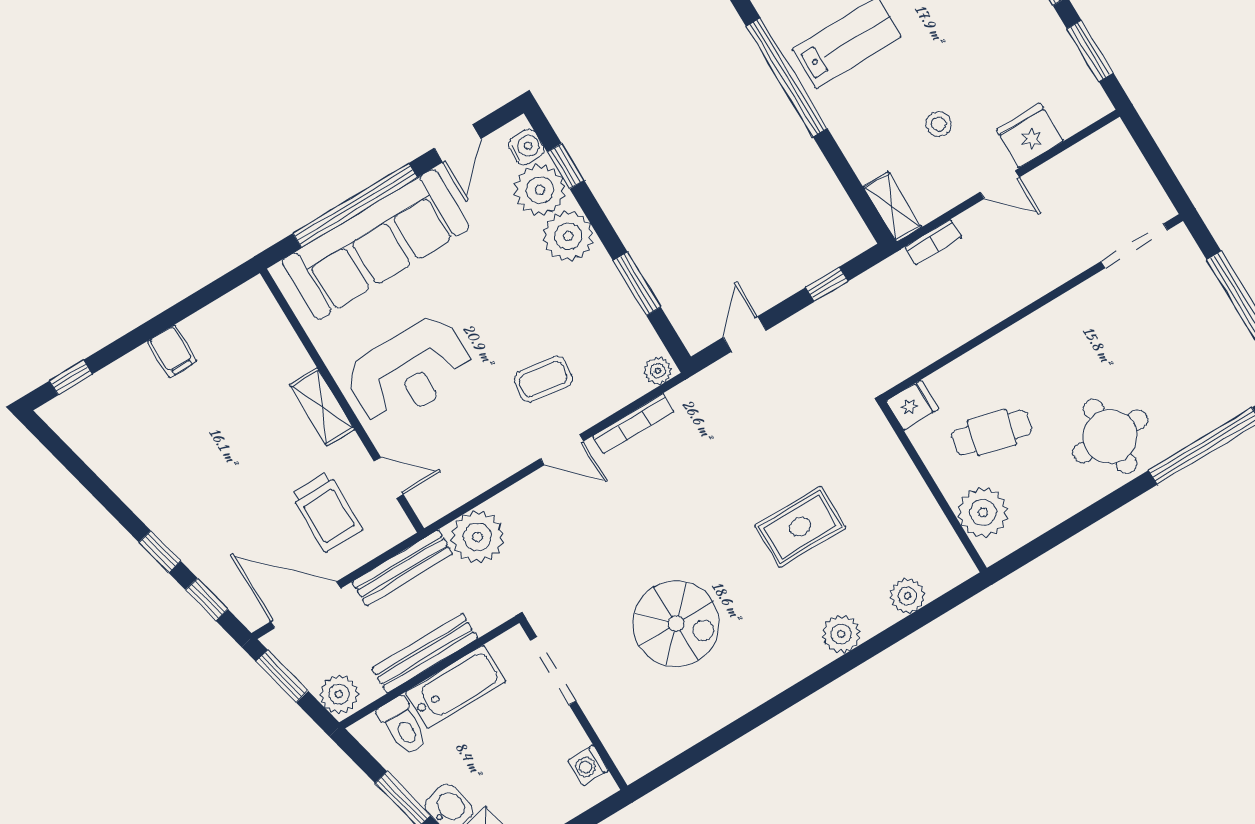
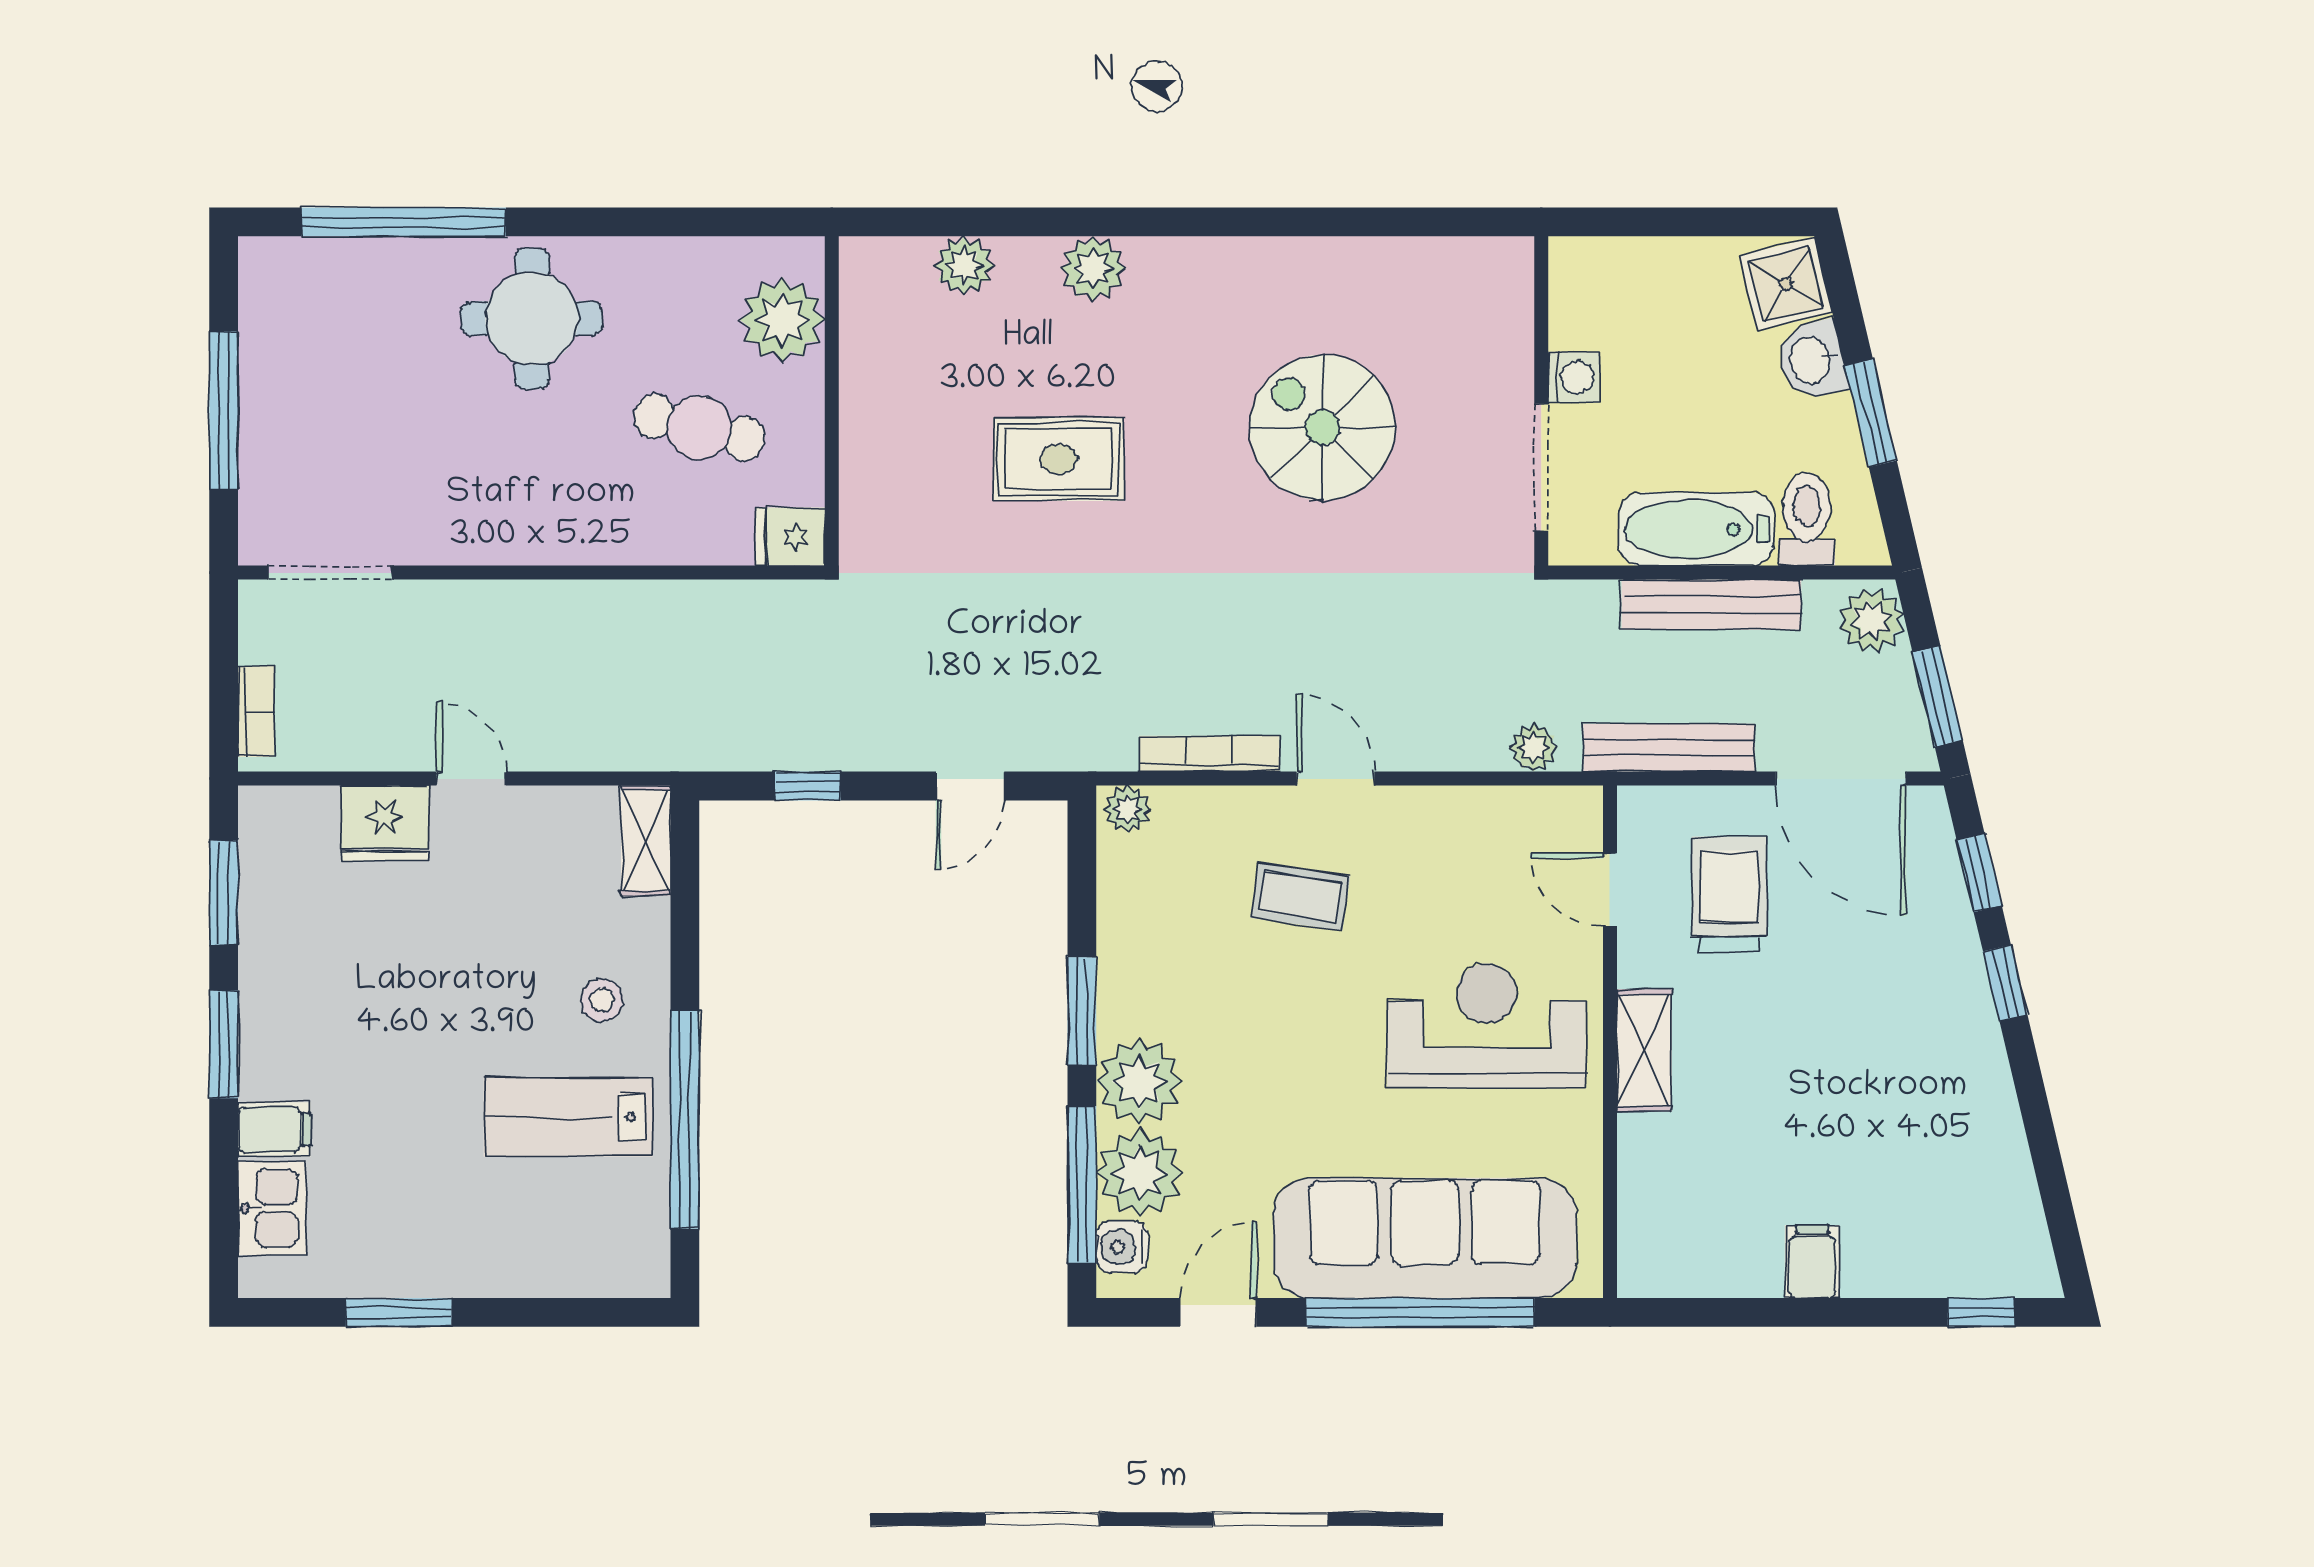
stool: (939, 124) -> (602, 1000), moved
window: (566, 166) -> (1082, 1185), width x2.17
bookcase: (933, 242) -> (256, 712), moved, turned 90
window: (637, 284) -> (1082, 1011), moved
plant: (477, 537) -> (1534, 748), width x0.53, depth x0.53
washing machine: (588, 765) -> (1574, 377), moved

